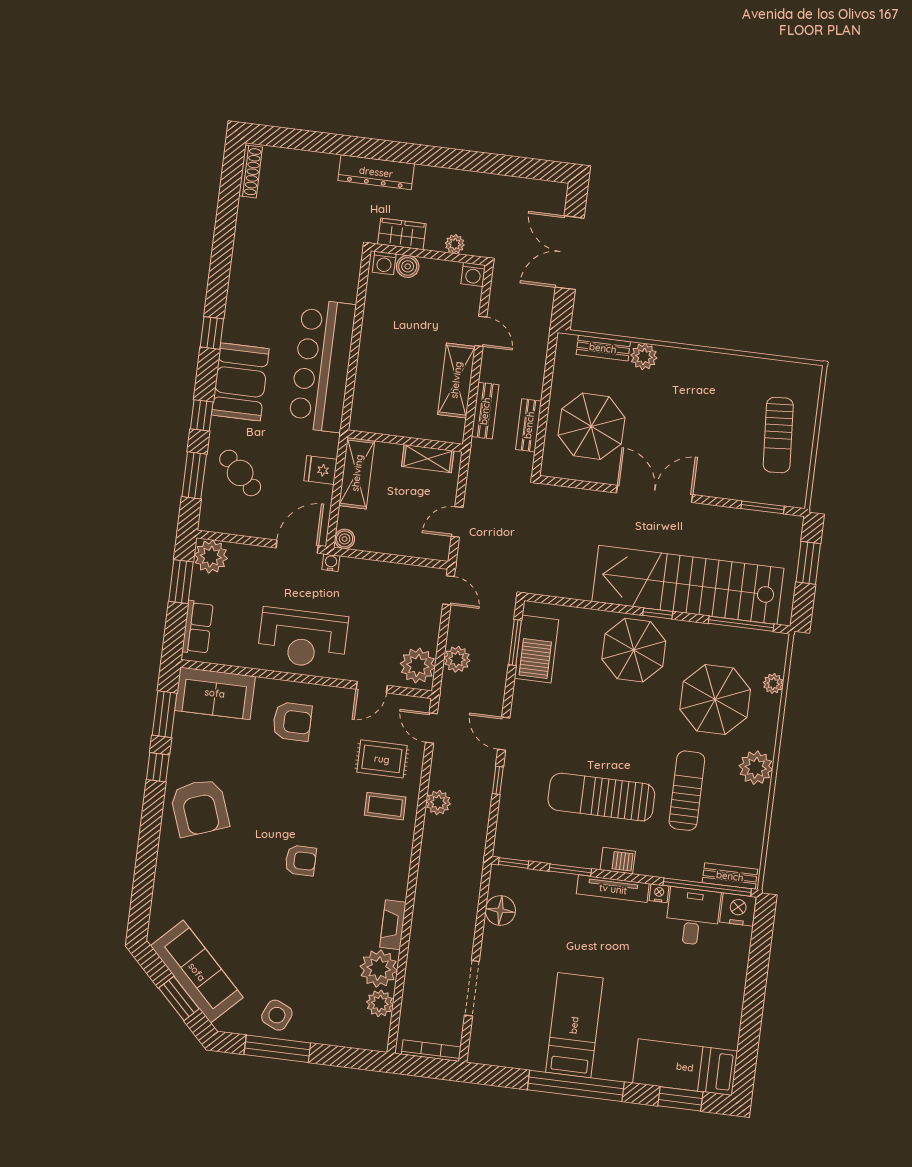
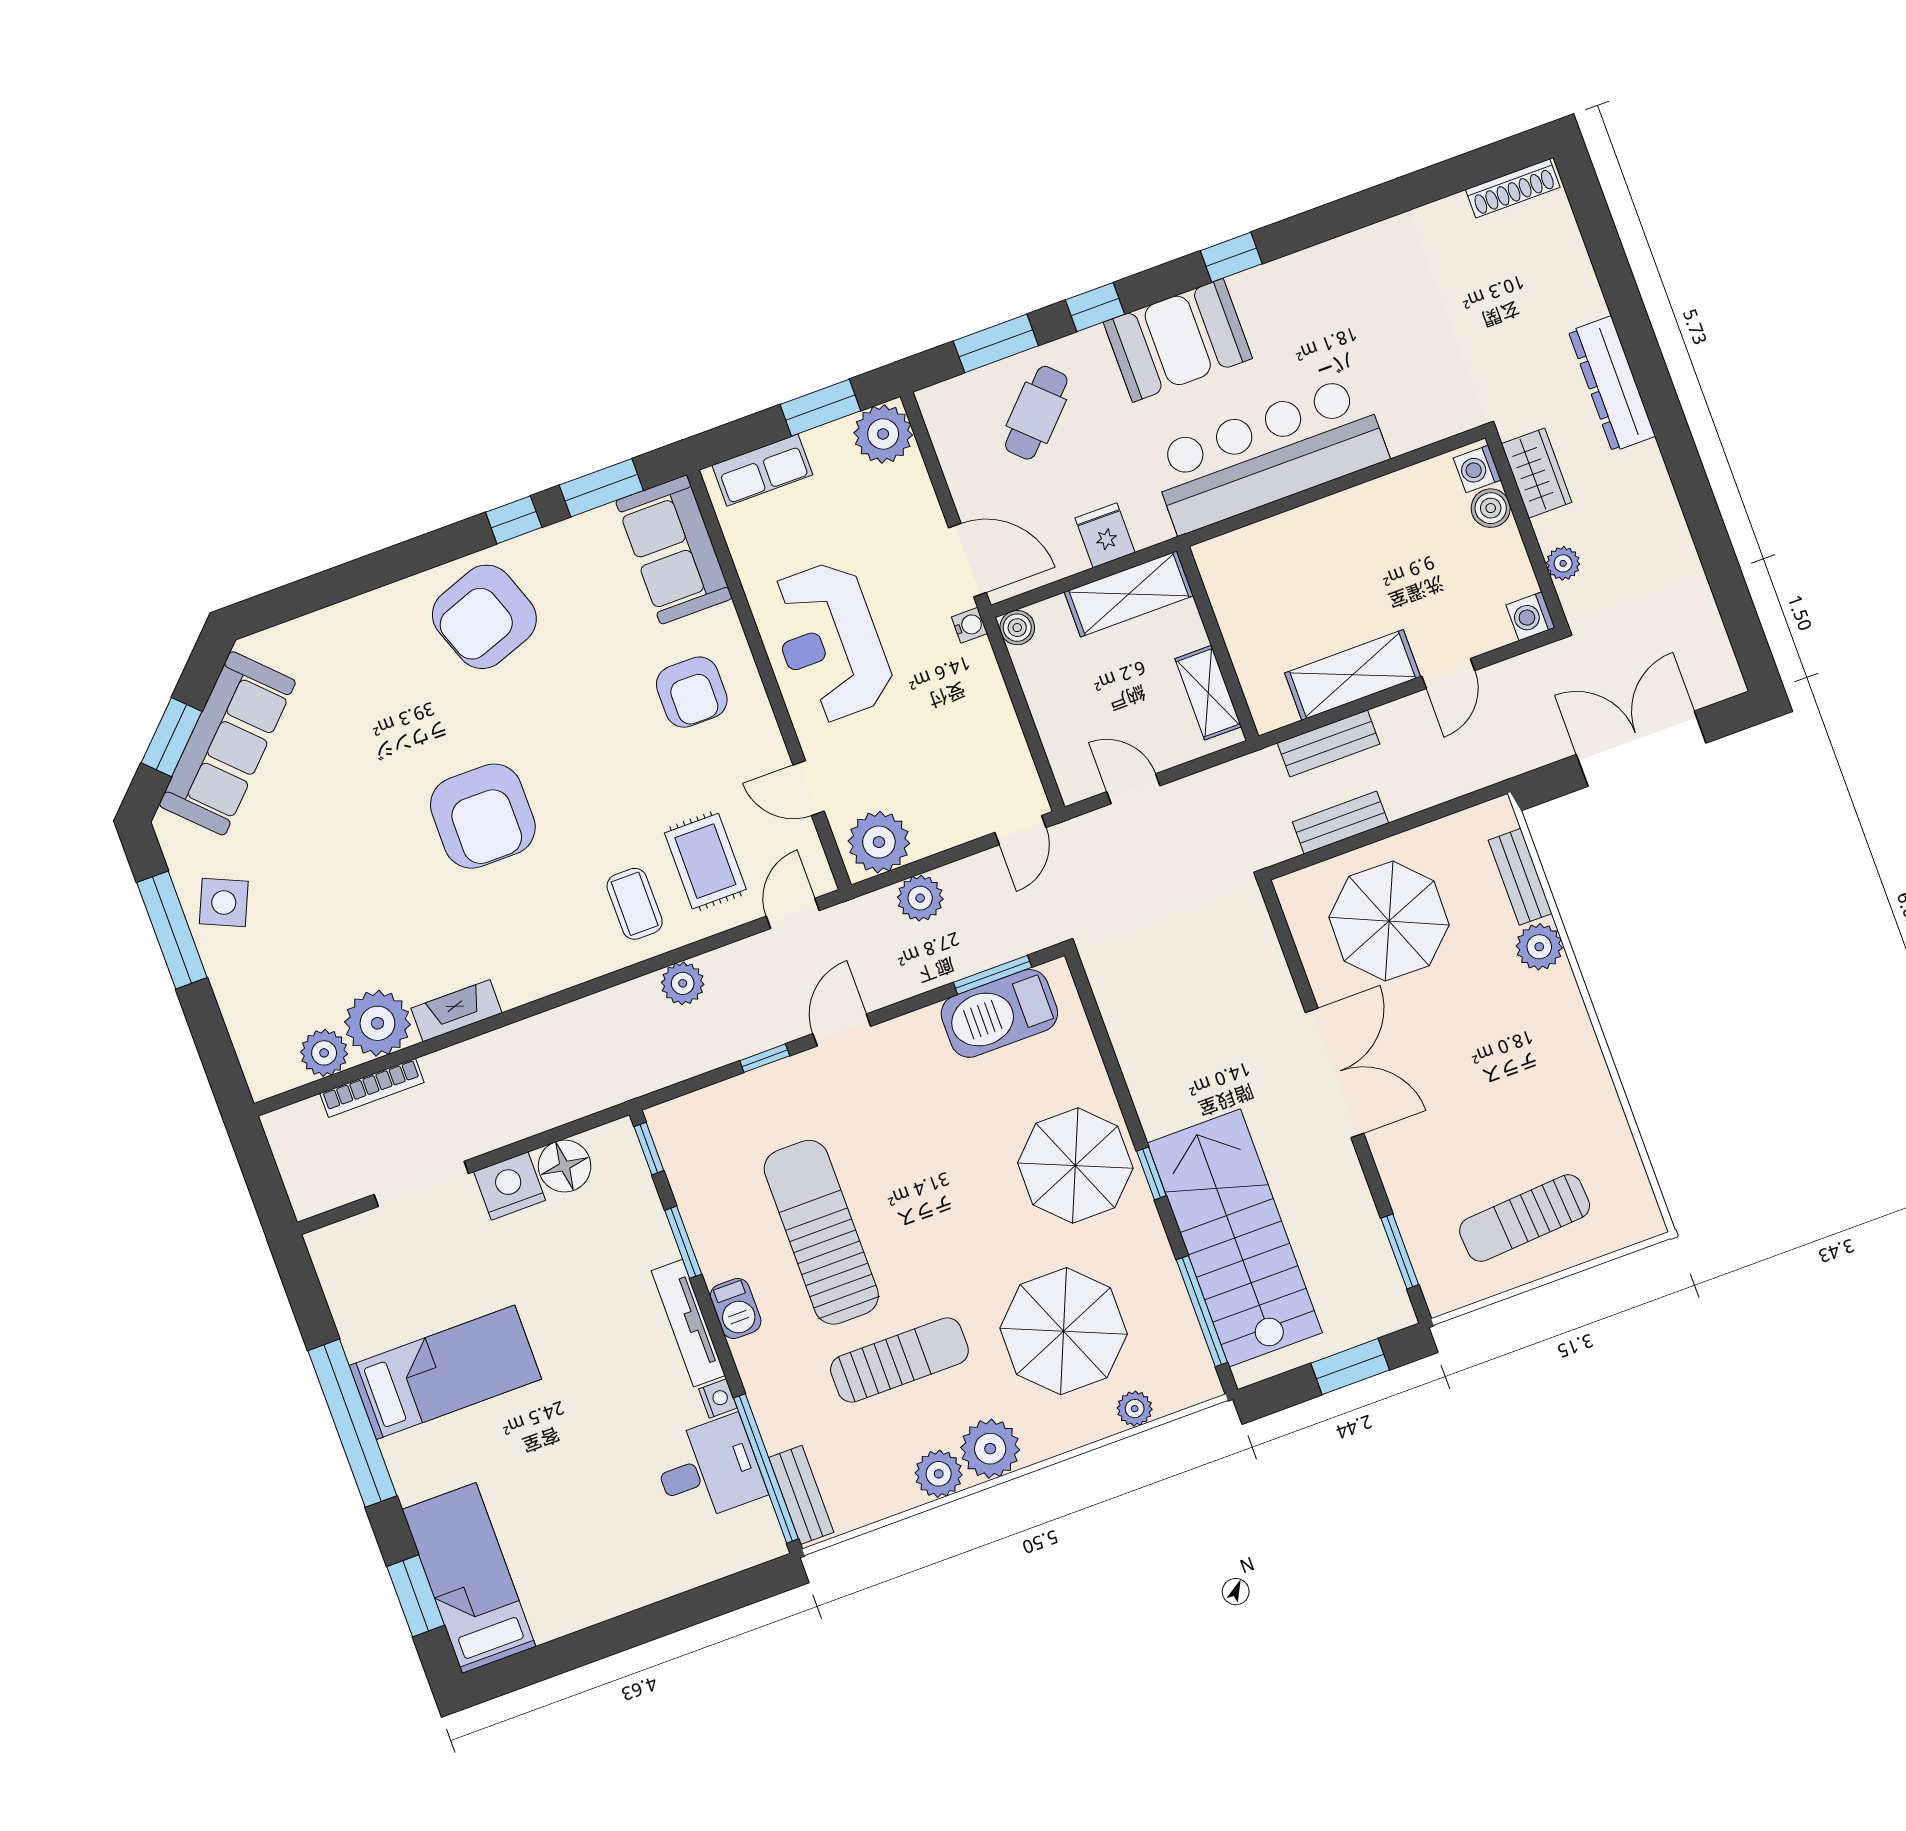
stairs: (688, 585) -> (1235, 1238), width x0.73
plant: (755, 801) -> (939, 1474), added
armchair: (301, 861) -> (483, 816), width x1.88, depth x1.88
nightstand: (738, 910) -> (510, 1186), moved, turned -90
bookcase: (431, 1051) -> (372, 1088), moved, turned 90

